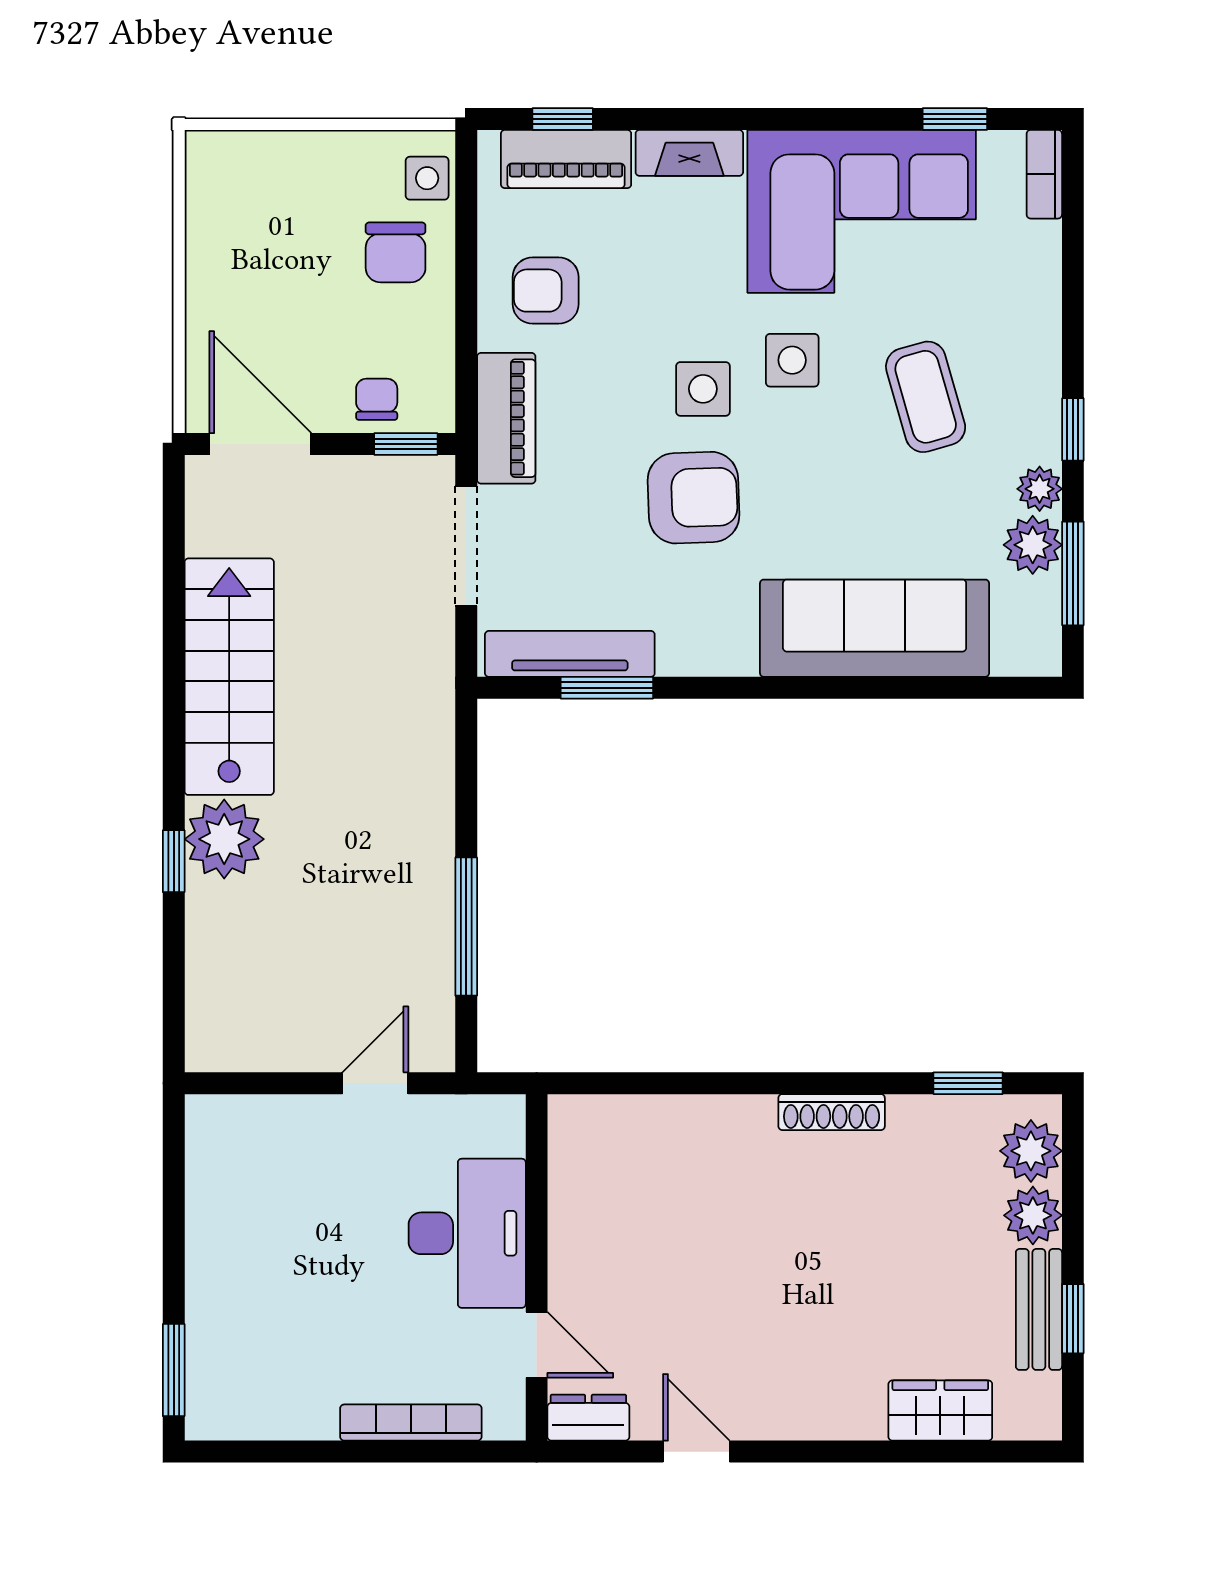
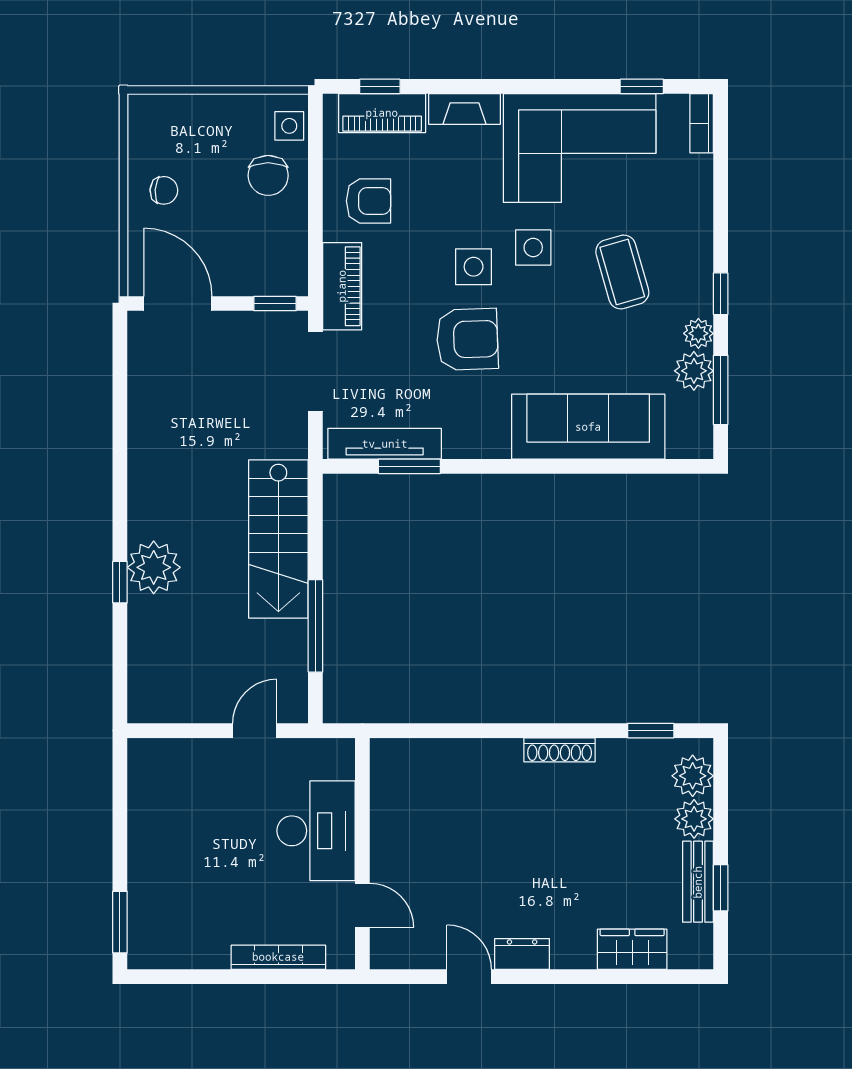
armchair: (546, 291) -> (368, 201), turned 180
chair: (377, 399) -> (164, 190), moved, turned 94
stairs: (229, 677) -> (278, 539), moved, turned 180
dresser: (588, 1418) -> (522, 954), moved

